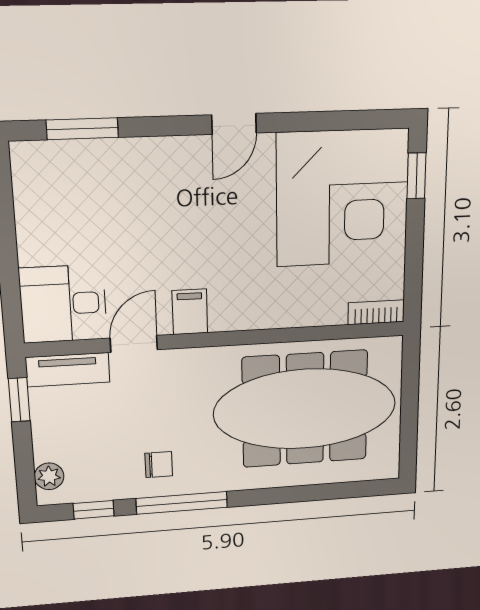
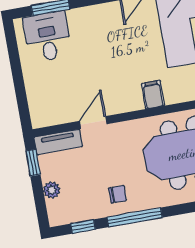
desk: (63, 304) -> (47, 37), moved, turned 90
filing cabinet: (190, 312) -> (153, 95), moved
plant: (49, 476) -> (52, 190), moved

